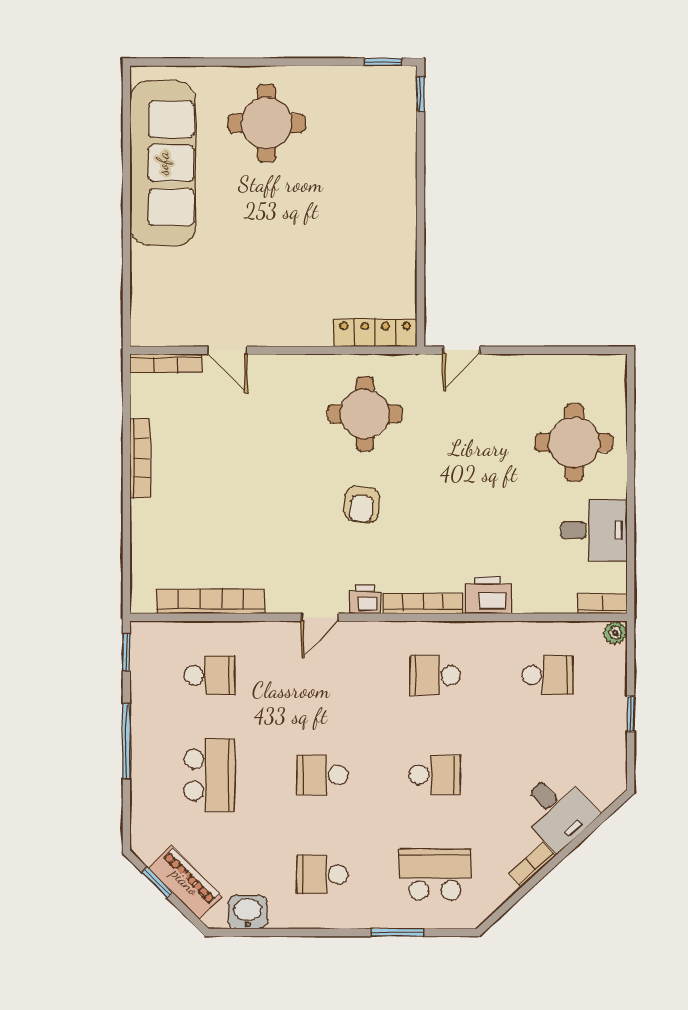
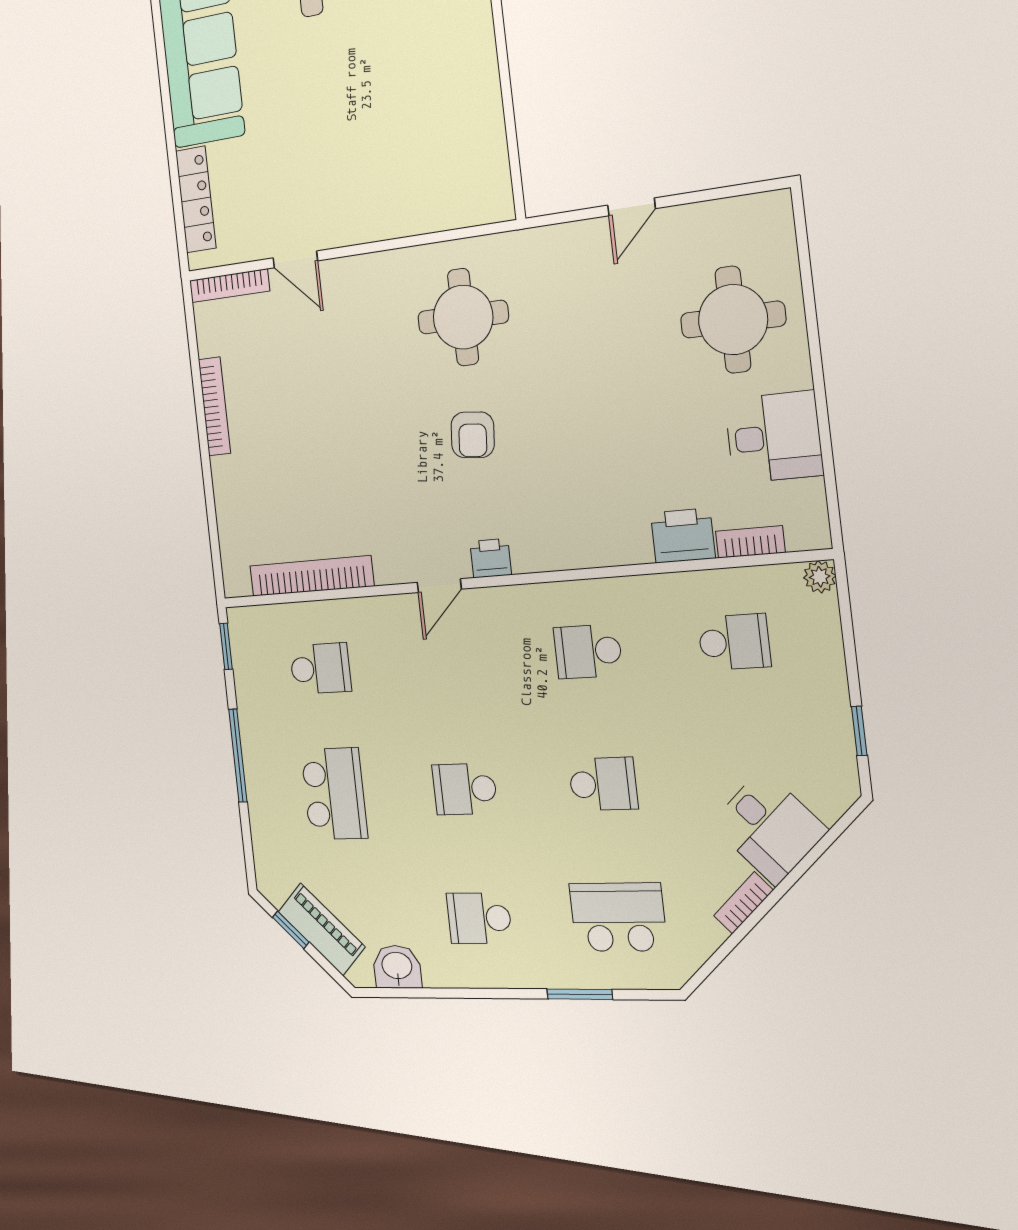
locker: (375, 333) -> (196, 199), moved, turned 90
door: (461, 350) -> (631, 207), moved
printer: (488, 595) -> (683, 536), moved
bookcase: (423, 603) -> (562, 557), removed
bookcase: (602, 604) -> (750, 542), moved
window: (631, 714) -> (859, 731), moved

